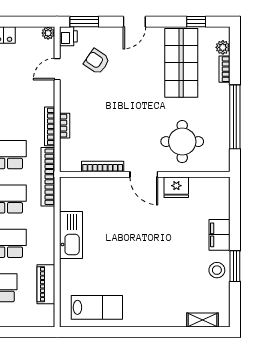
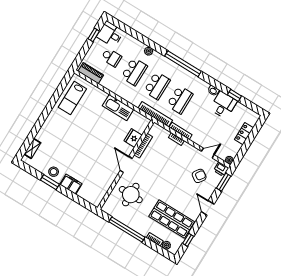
door: (57, 69) -> (208, 153), hinge flipped
door: (144, 174) -> (126, 164), hinge flipped
fridge: (176, 187) -> (133, 138), moved
piano: (46, 284) -> (91, 73), moved

